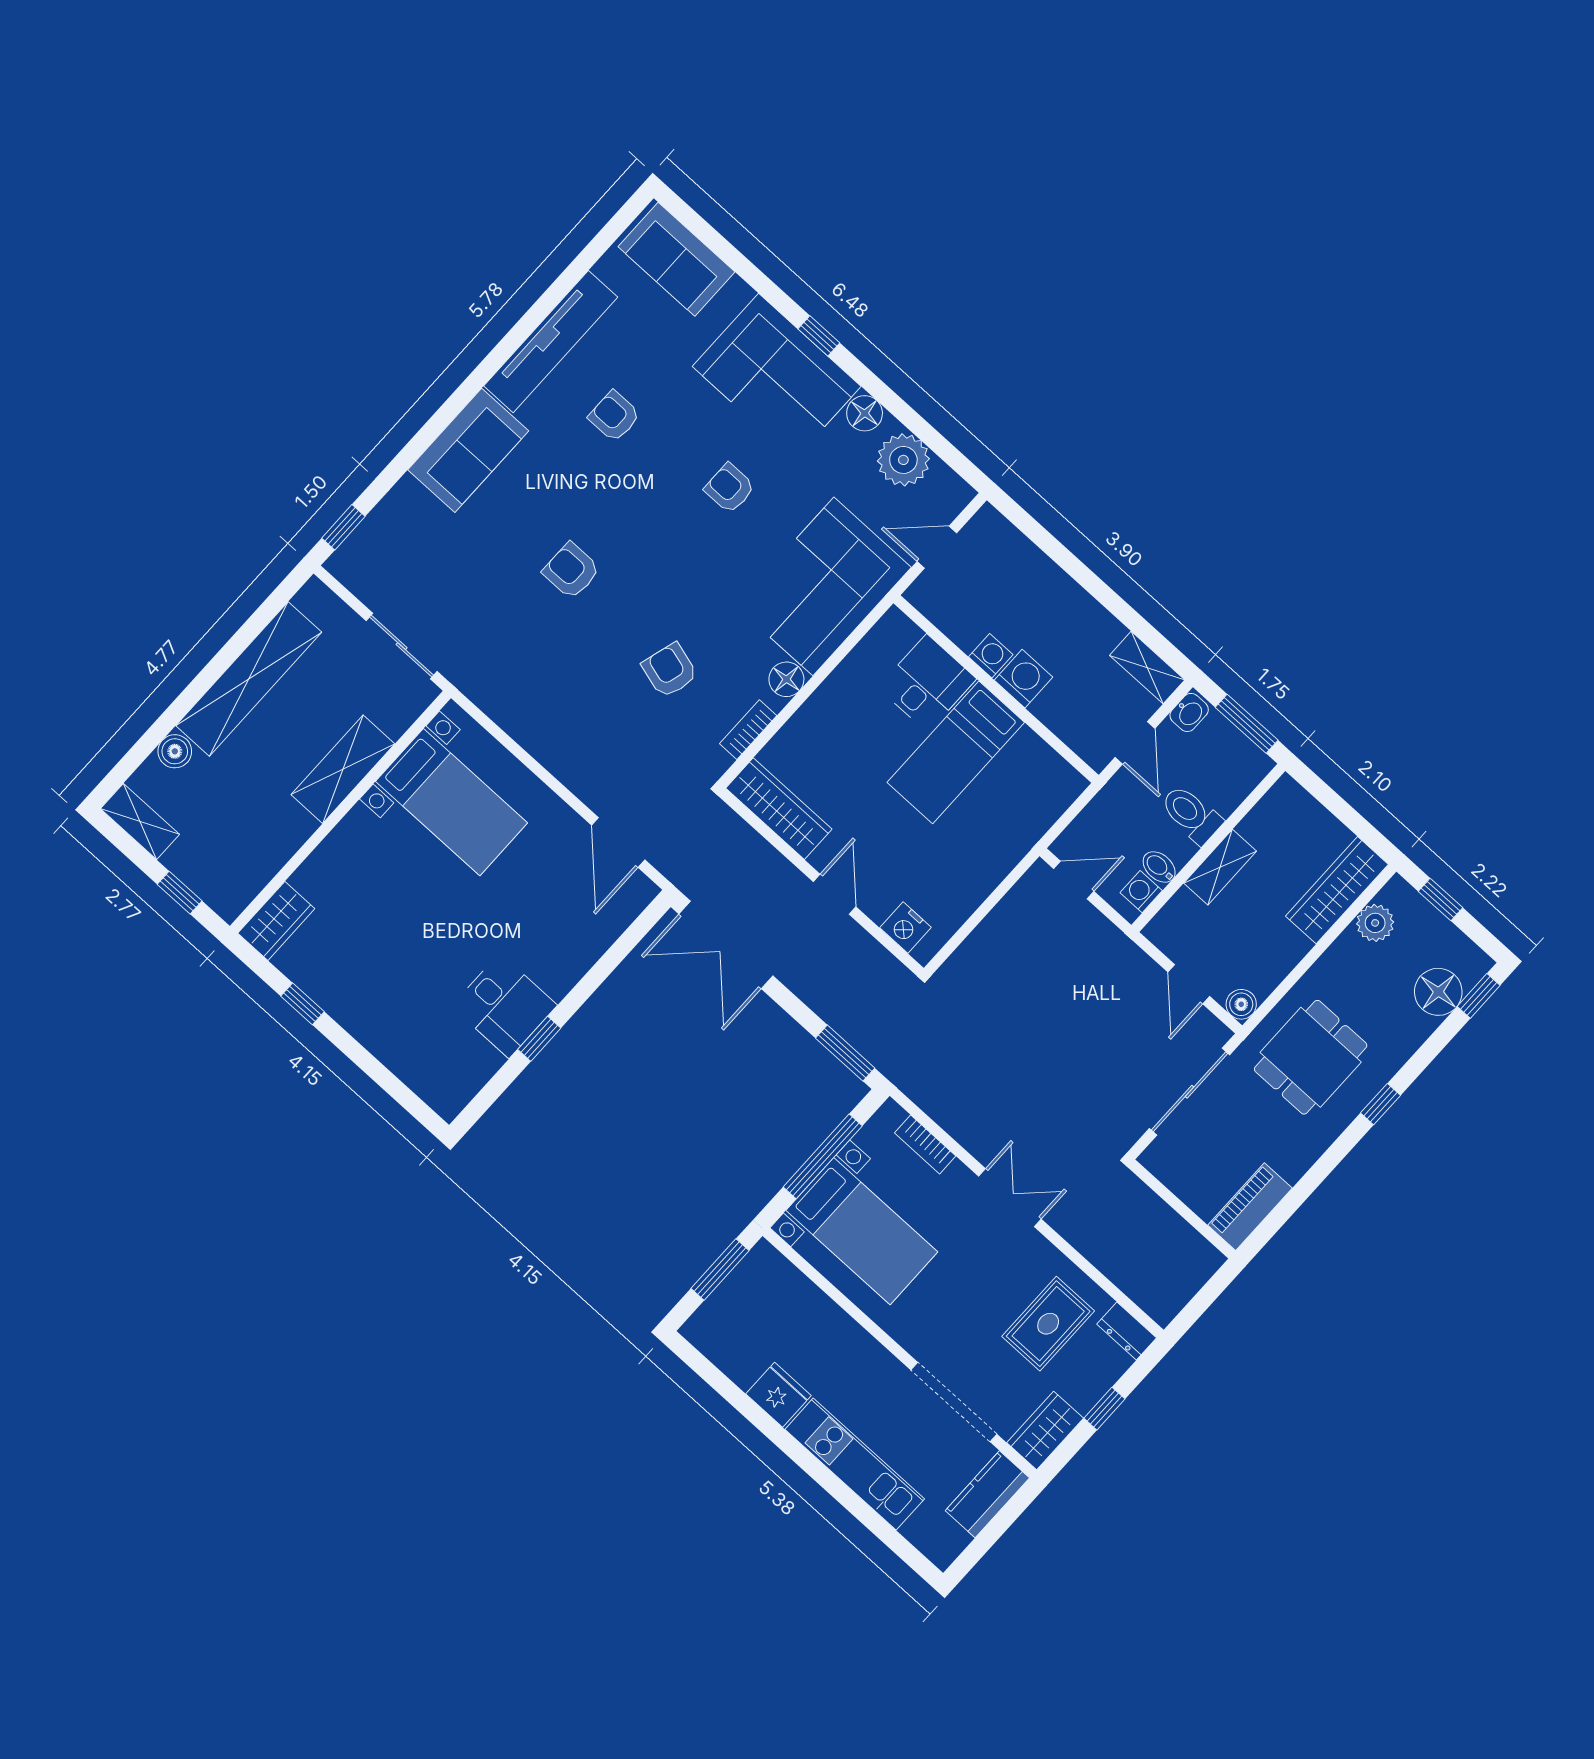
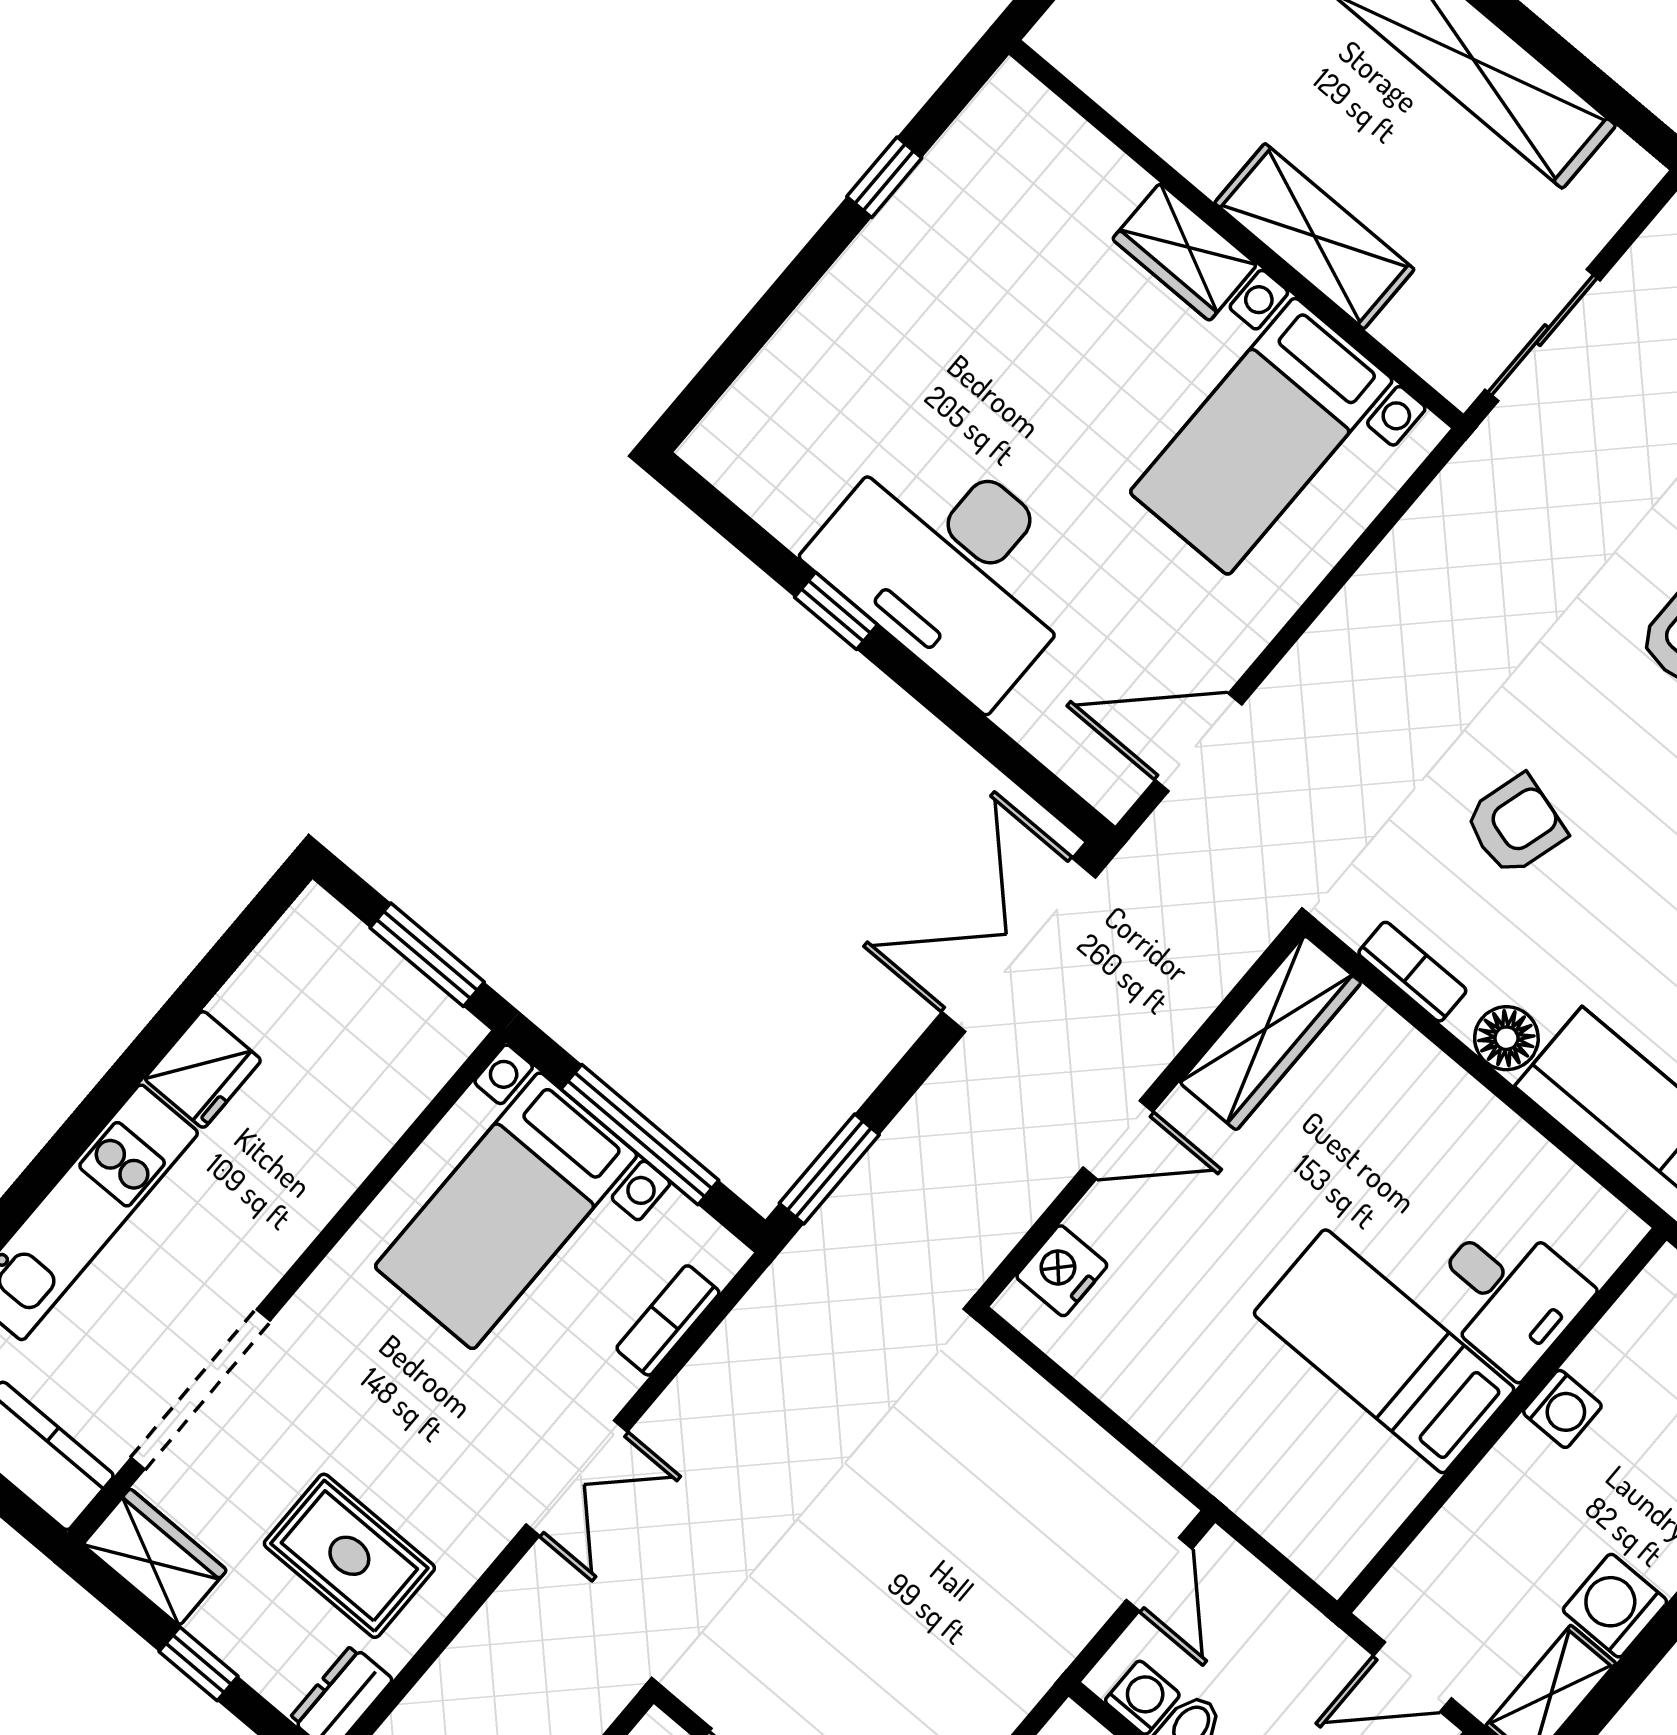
washing machine: (1023, 679) -> (1615, 1606), moved, turned 180
wardrobe: (276, 921) -> (1185, 252), moved
desk: (504, 1006) -> (952, 566), width x1.87, depth x1.30

